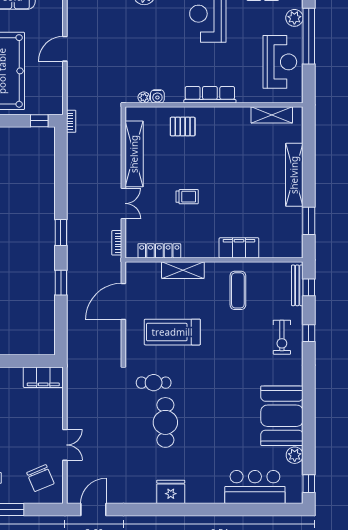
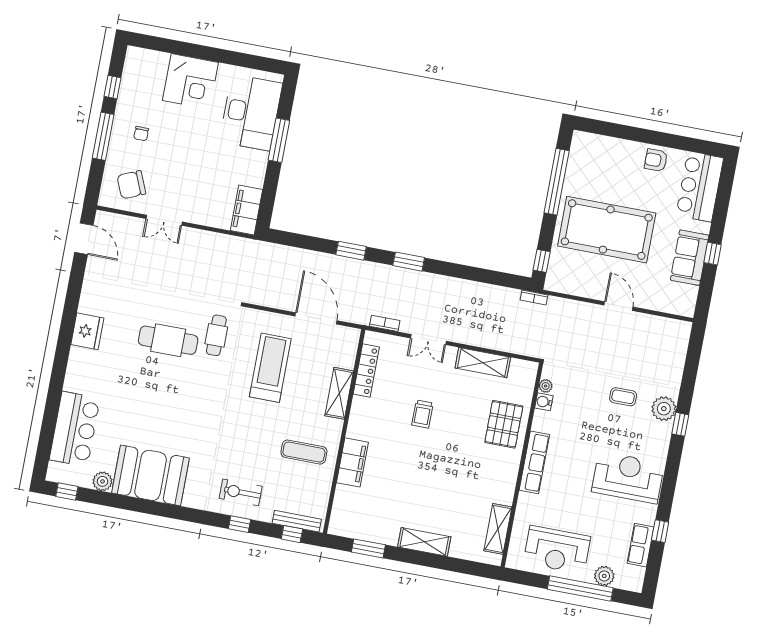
coffee table: (141, 31) -> (623, 397), added
pallet: (183, 127) -> (504, 424), width x1.50, depth x1.42
shelving: (134, 154) -> (483, 363), width x0.68
shelving: (294, 175) -> (424, 542), width x0.68

